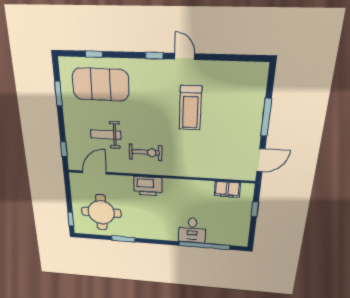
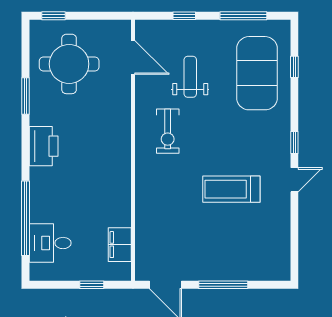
window: (58, 94) -> (243, 16), width x1.44
window: (64, 149) -> (184, 16), moved
printer: (148, 186) -> (44, 146), moved, turned 180
desk: (192, 230) -> (50, 243), moved

